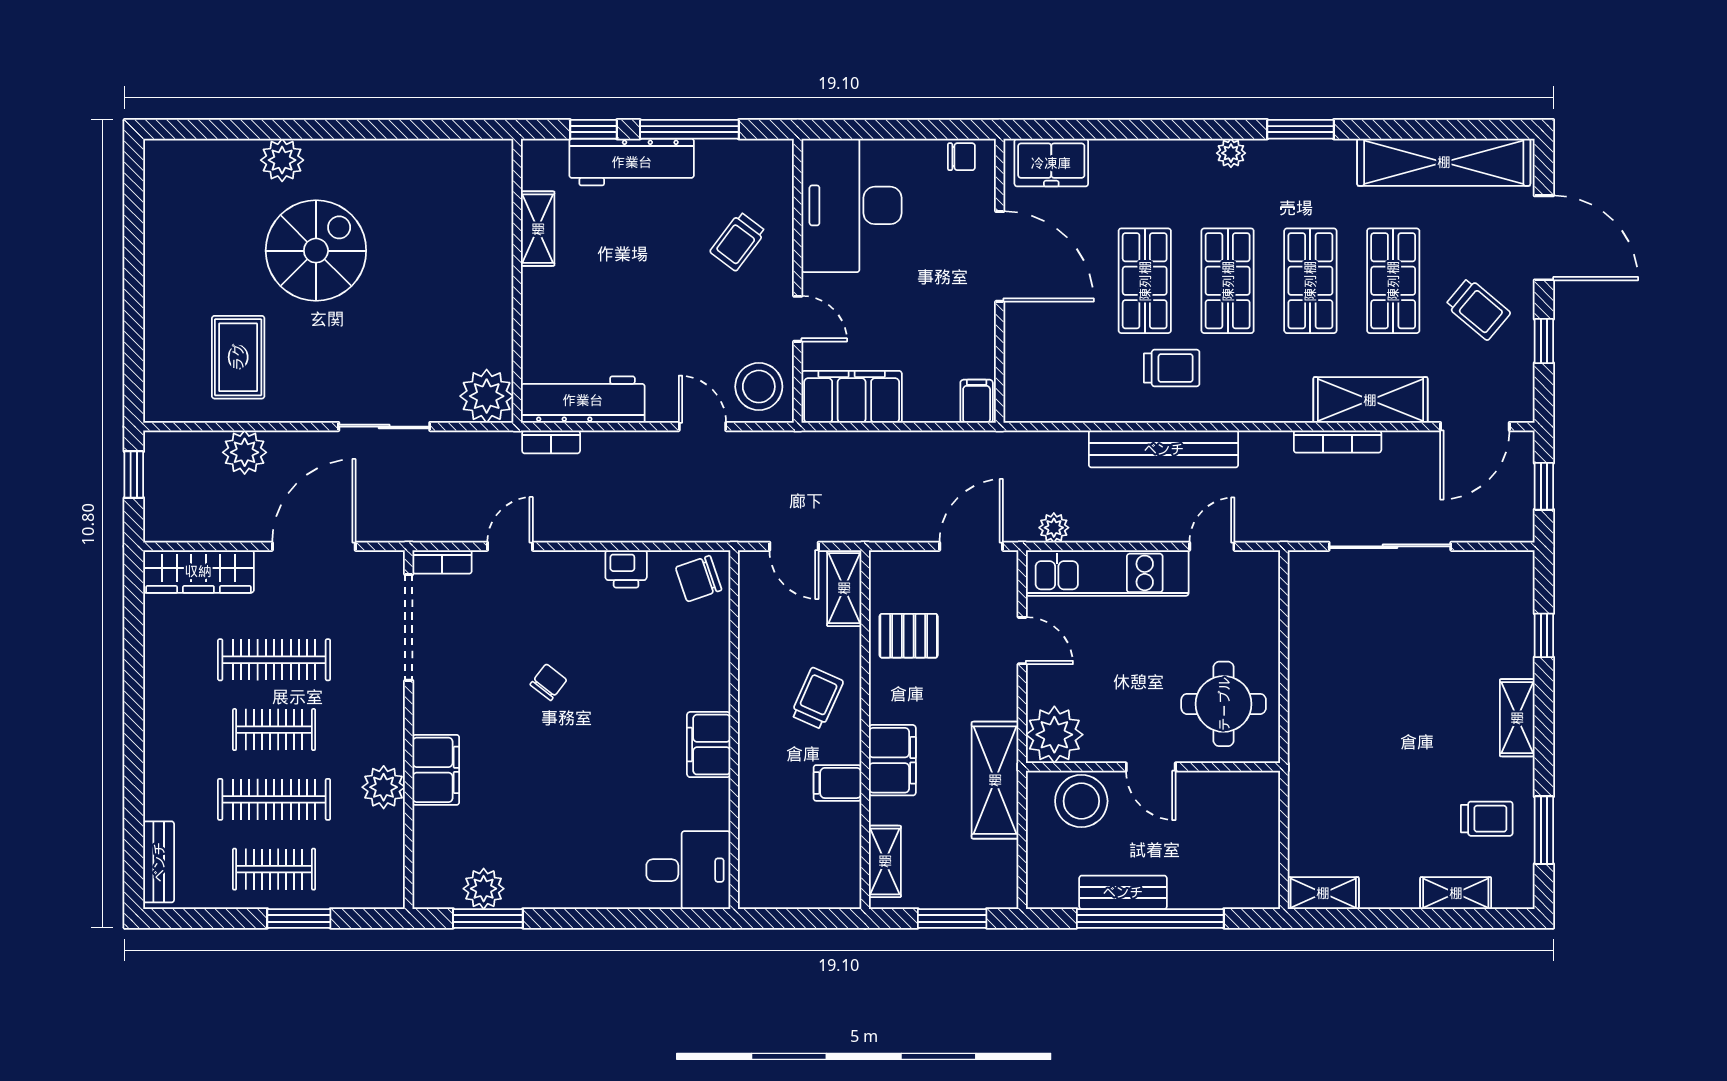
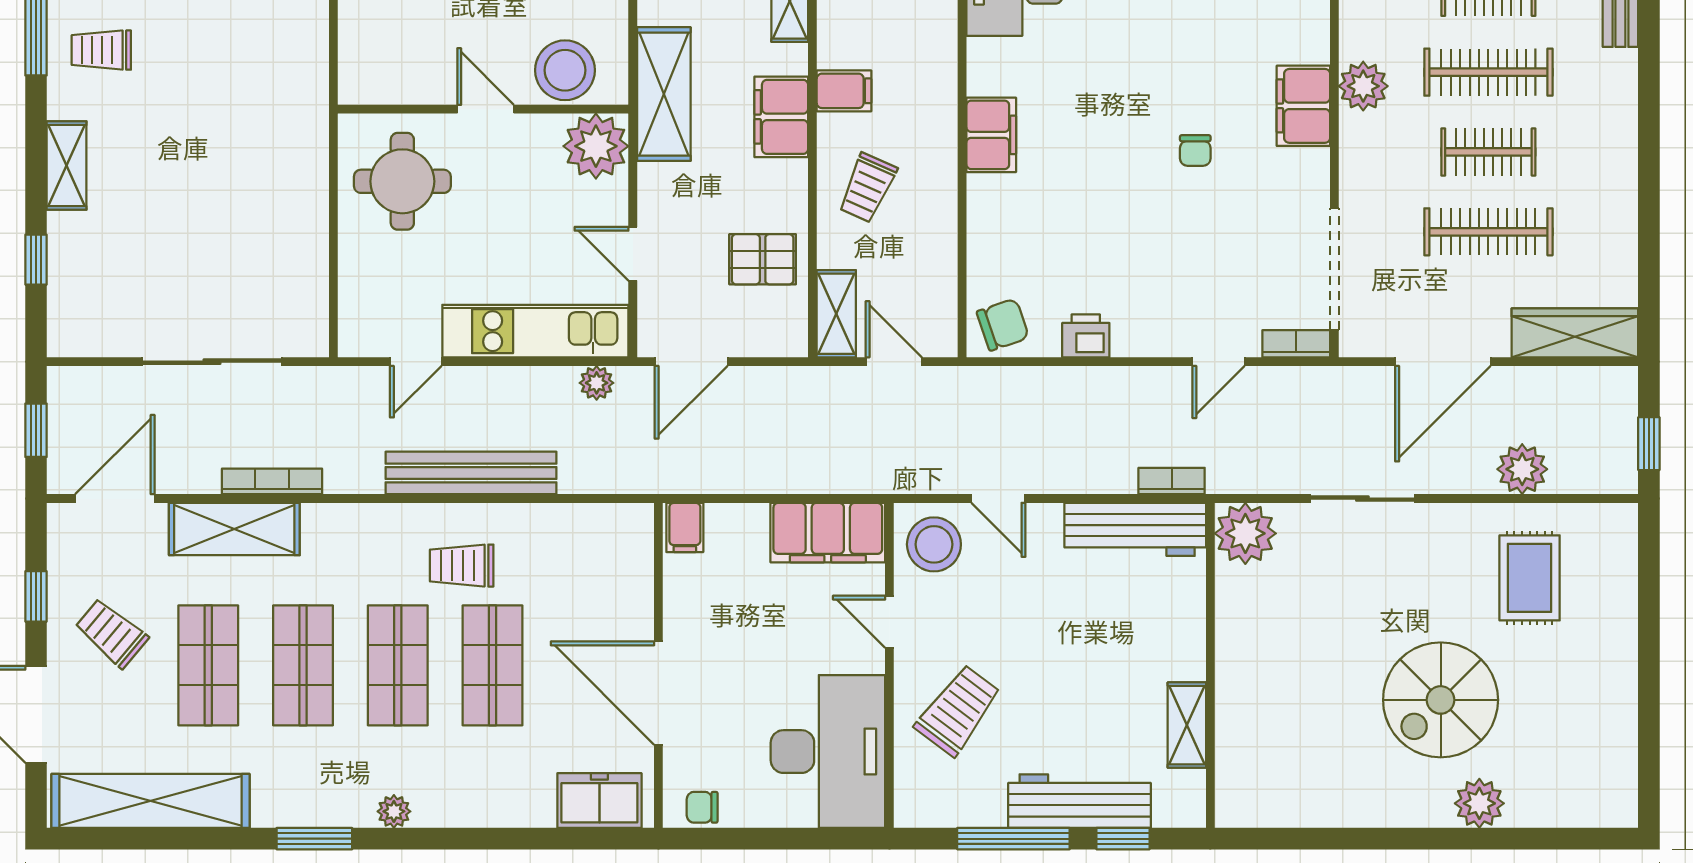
trolley: (738, 241) -> (958, 710), width x1.36, depth x1.39
chair: (548, 682) -> (1195, 150), moved, turned -38

